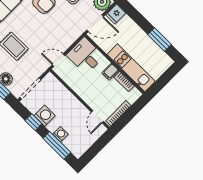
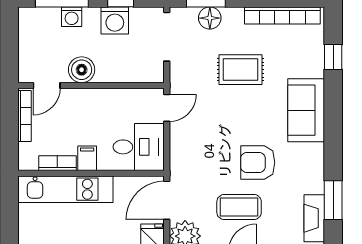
boiler: (77, 109) -> (82, 70), added
door: (98, 117) -> (47, 85), swing flipped

